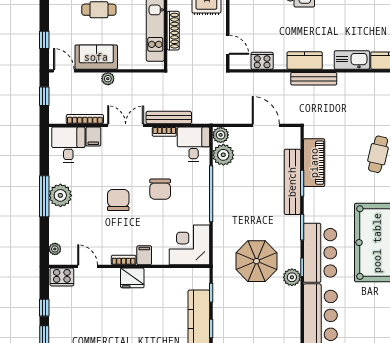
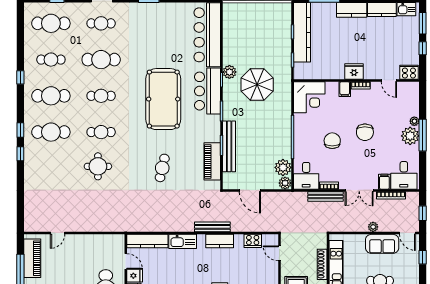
plant: (55, 249) -> (414, 121), moved

